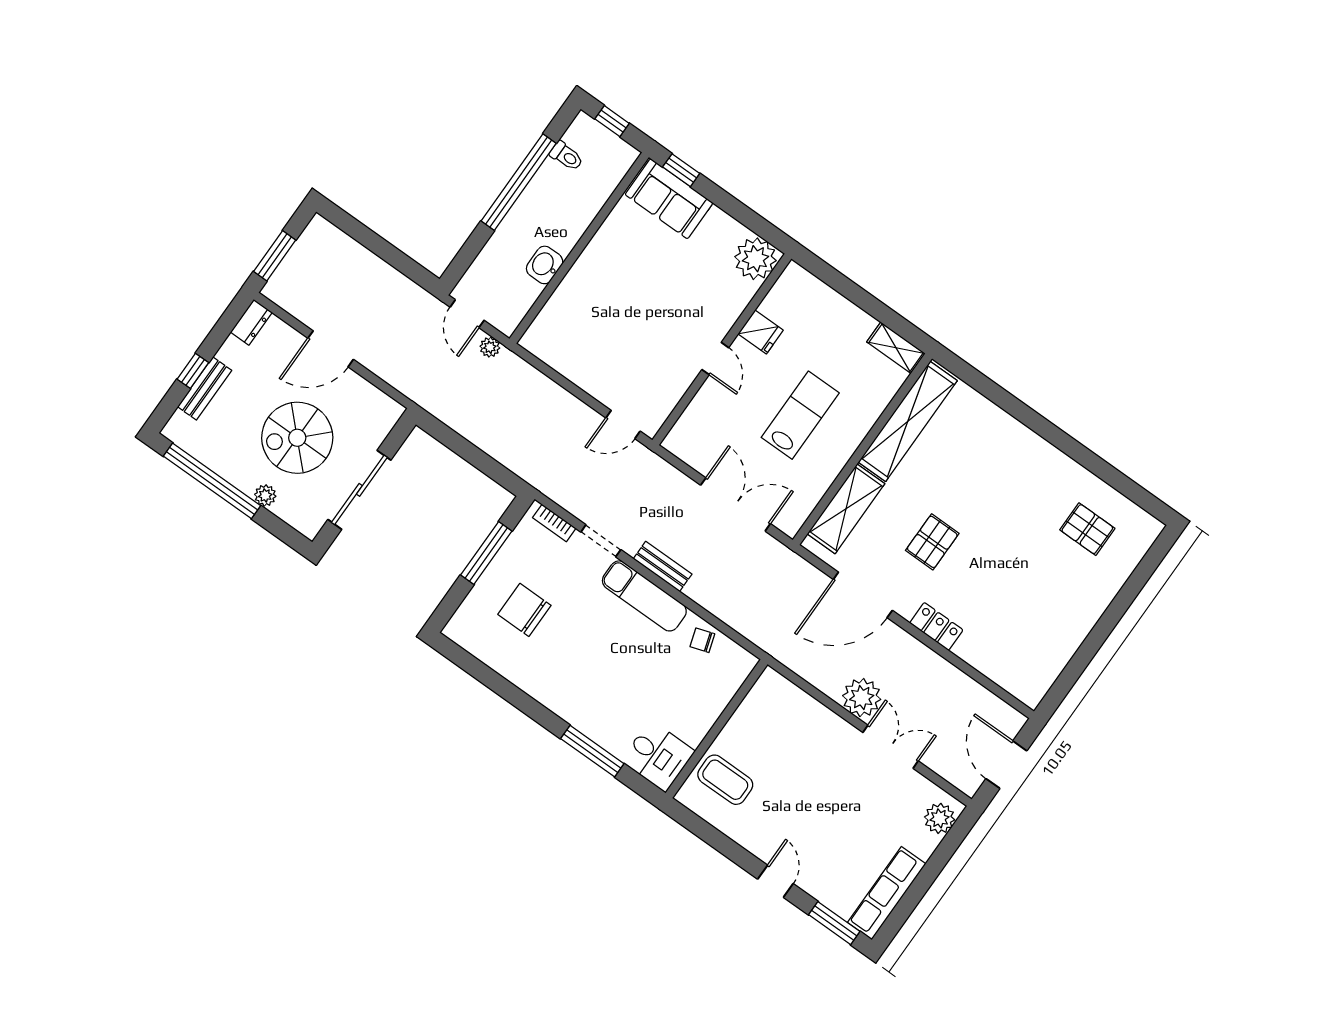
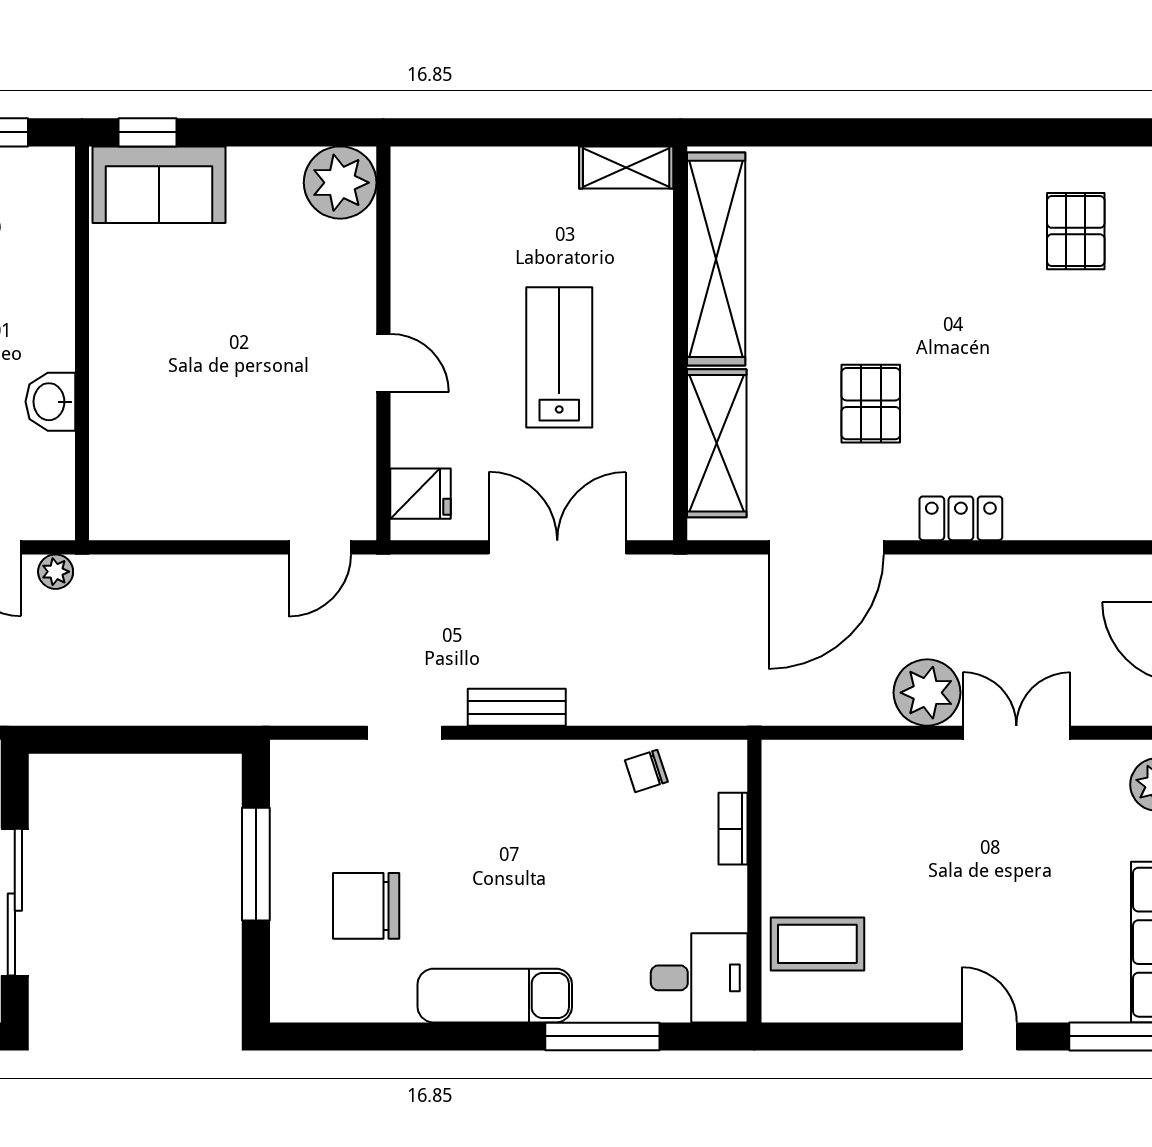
fridge: (761, 332) -> (420, 494), moved
bookcase: (554, 523) -> (733, 829), moved, turned 90
pallet: (1087, 529) -> (1076, 231), turned 90
exam couch: (644, 596) -> (495, 996), moved, turned 180

